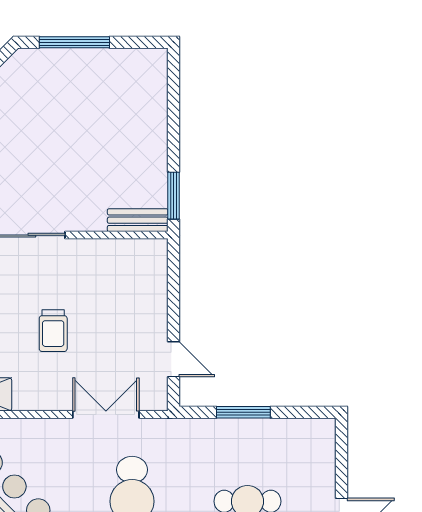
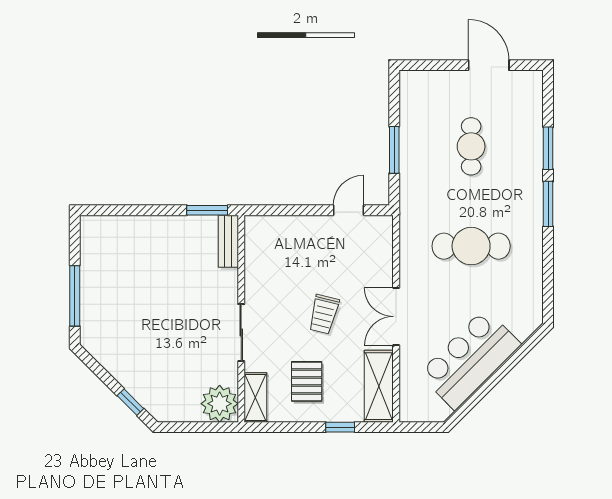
trolley: (53, 331) -> (324, 314), turned 104
double door: (106, 414) -> (396, 317), moved

